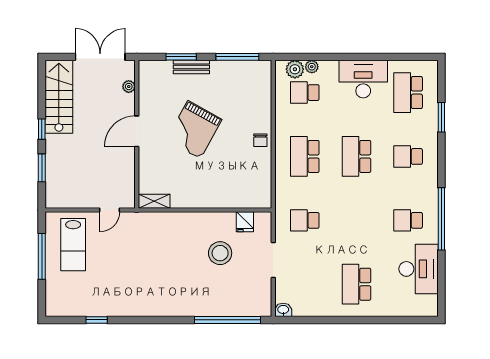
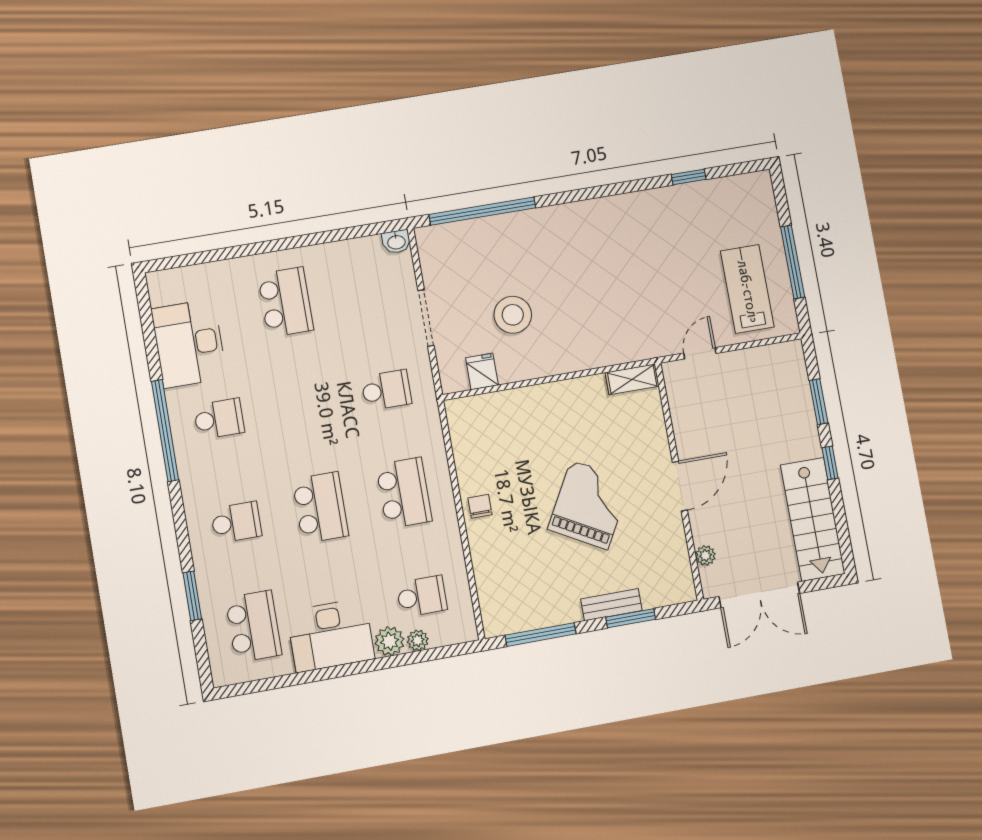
plant: (295, 69) -> (390, 641), moved

